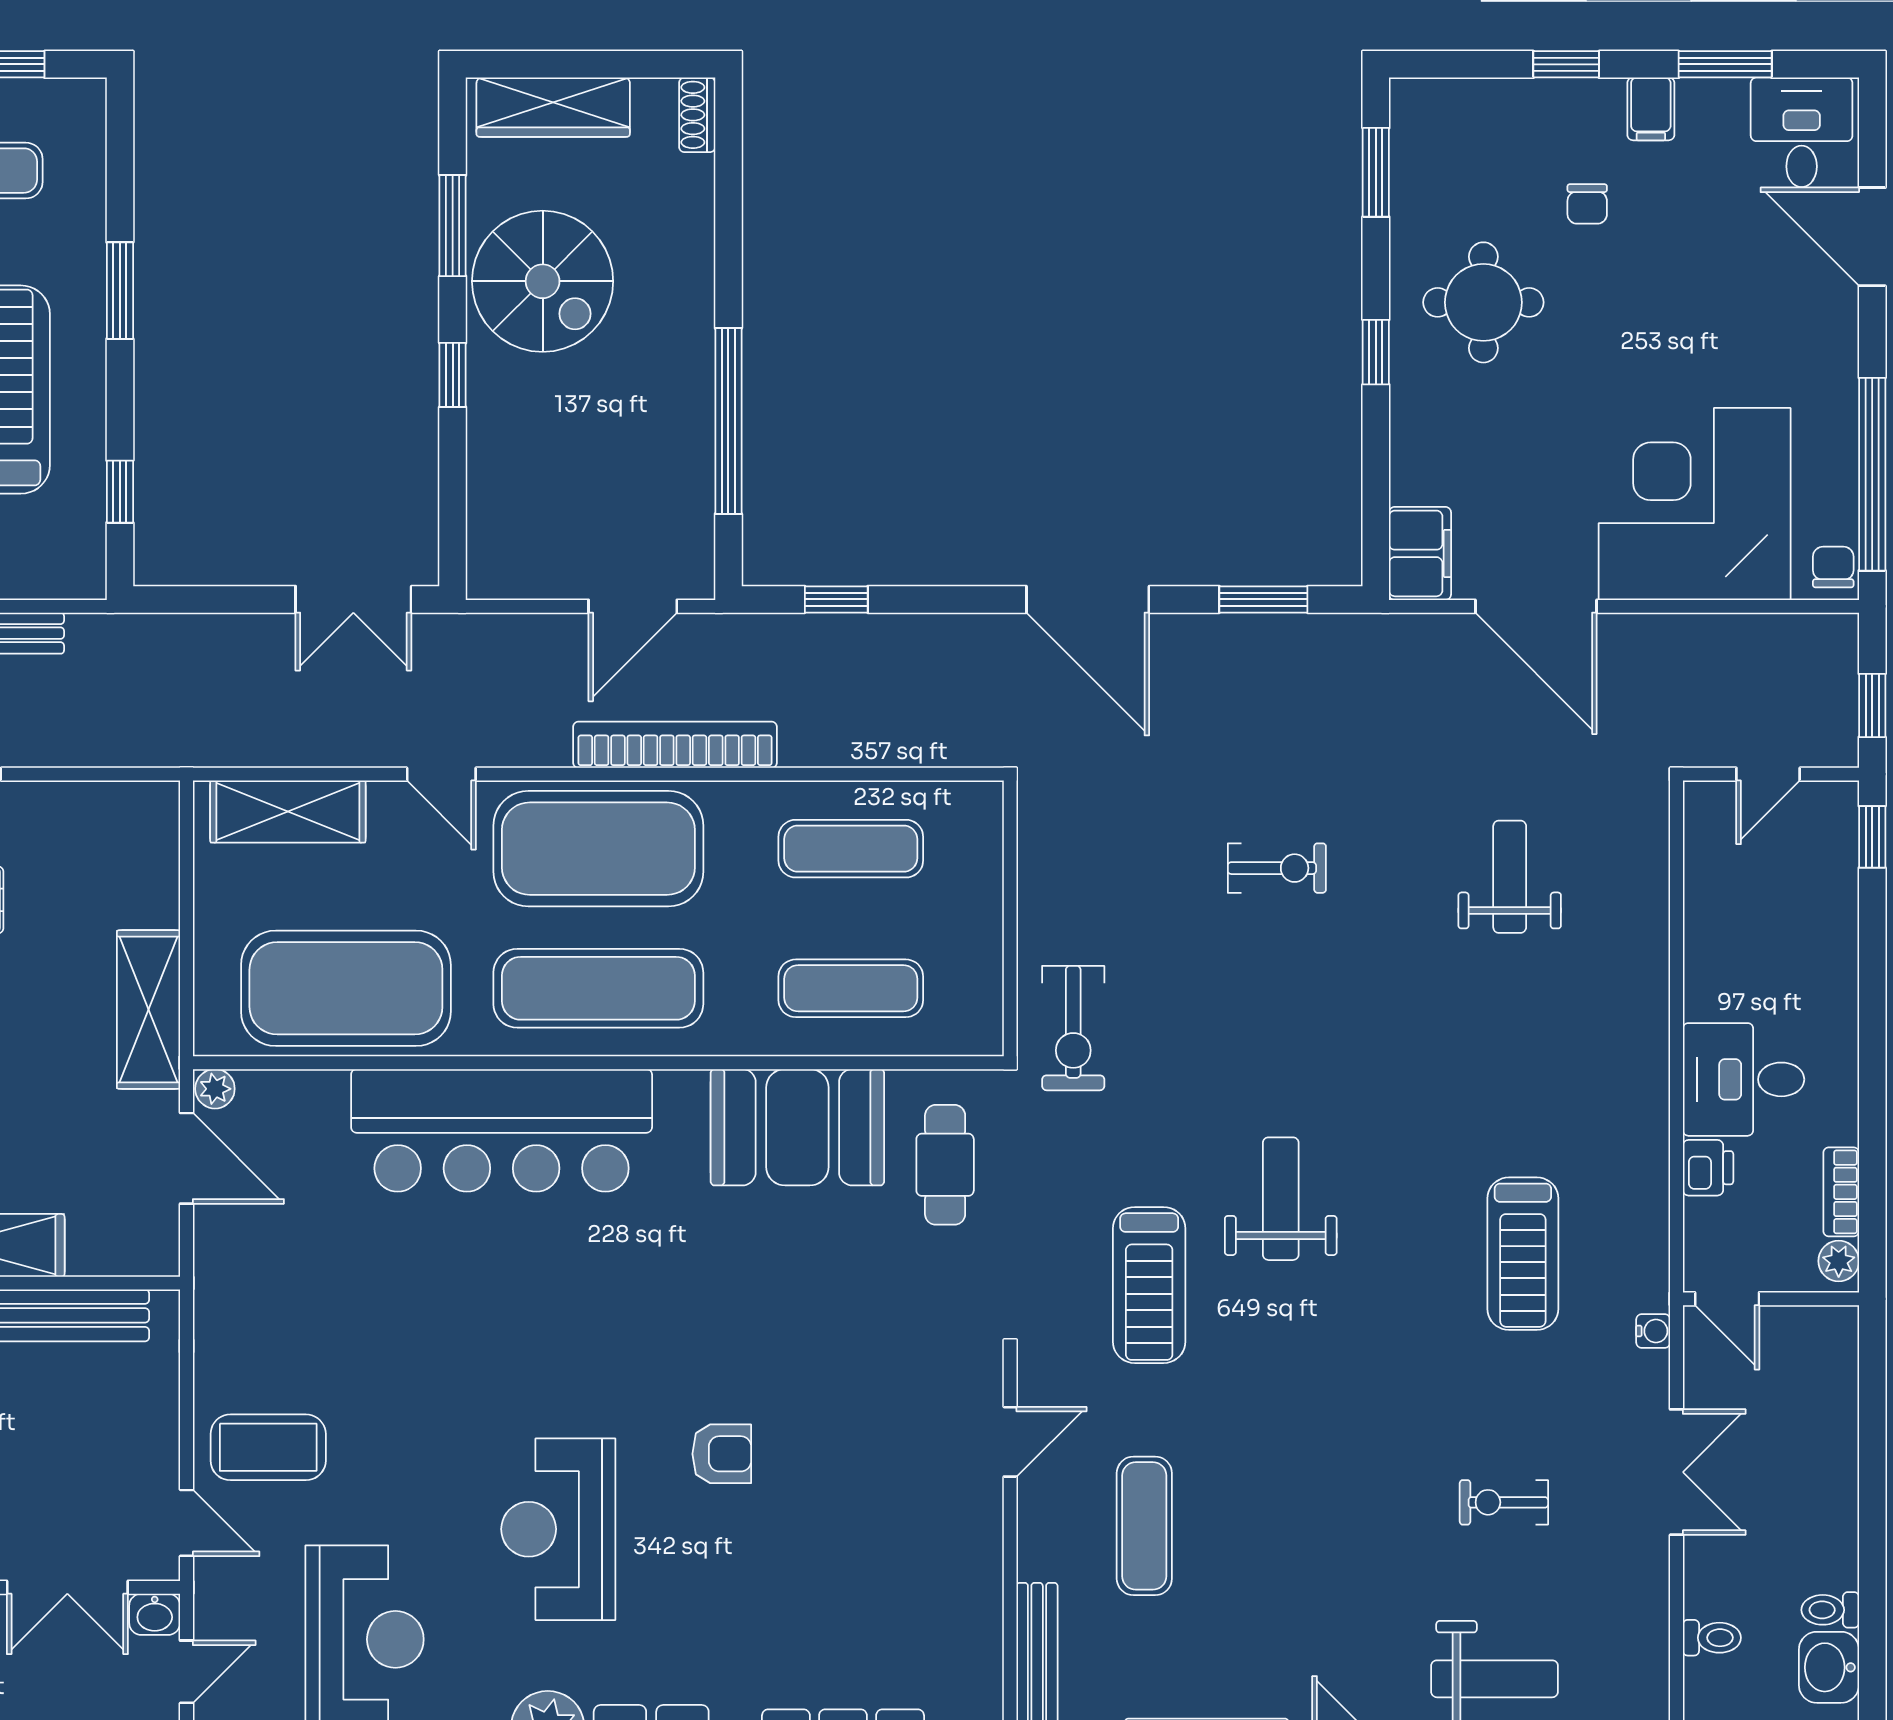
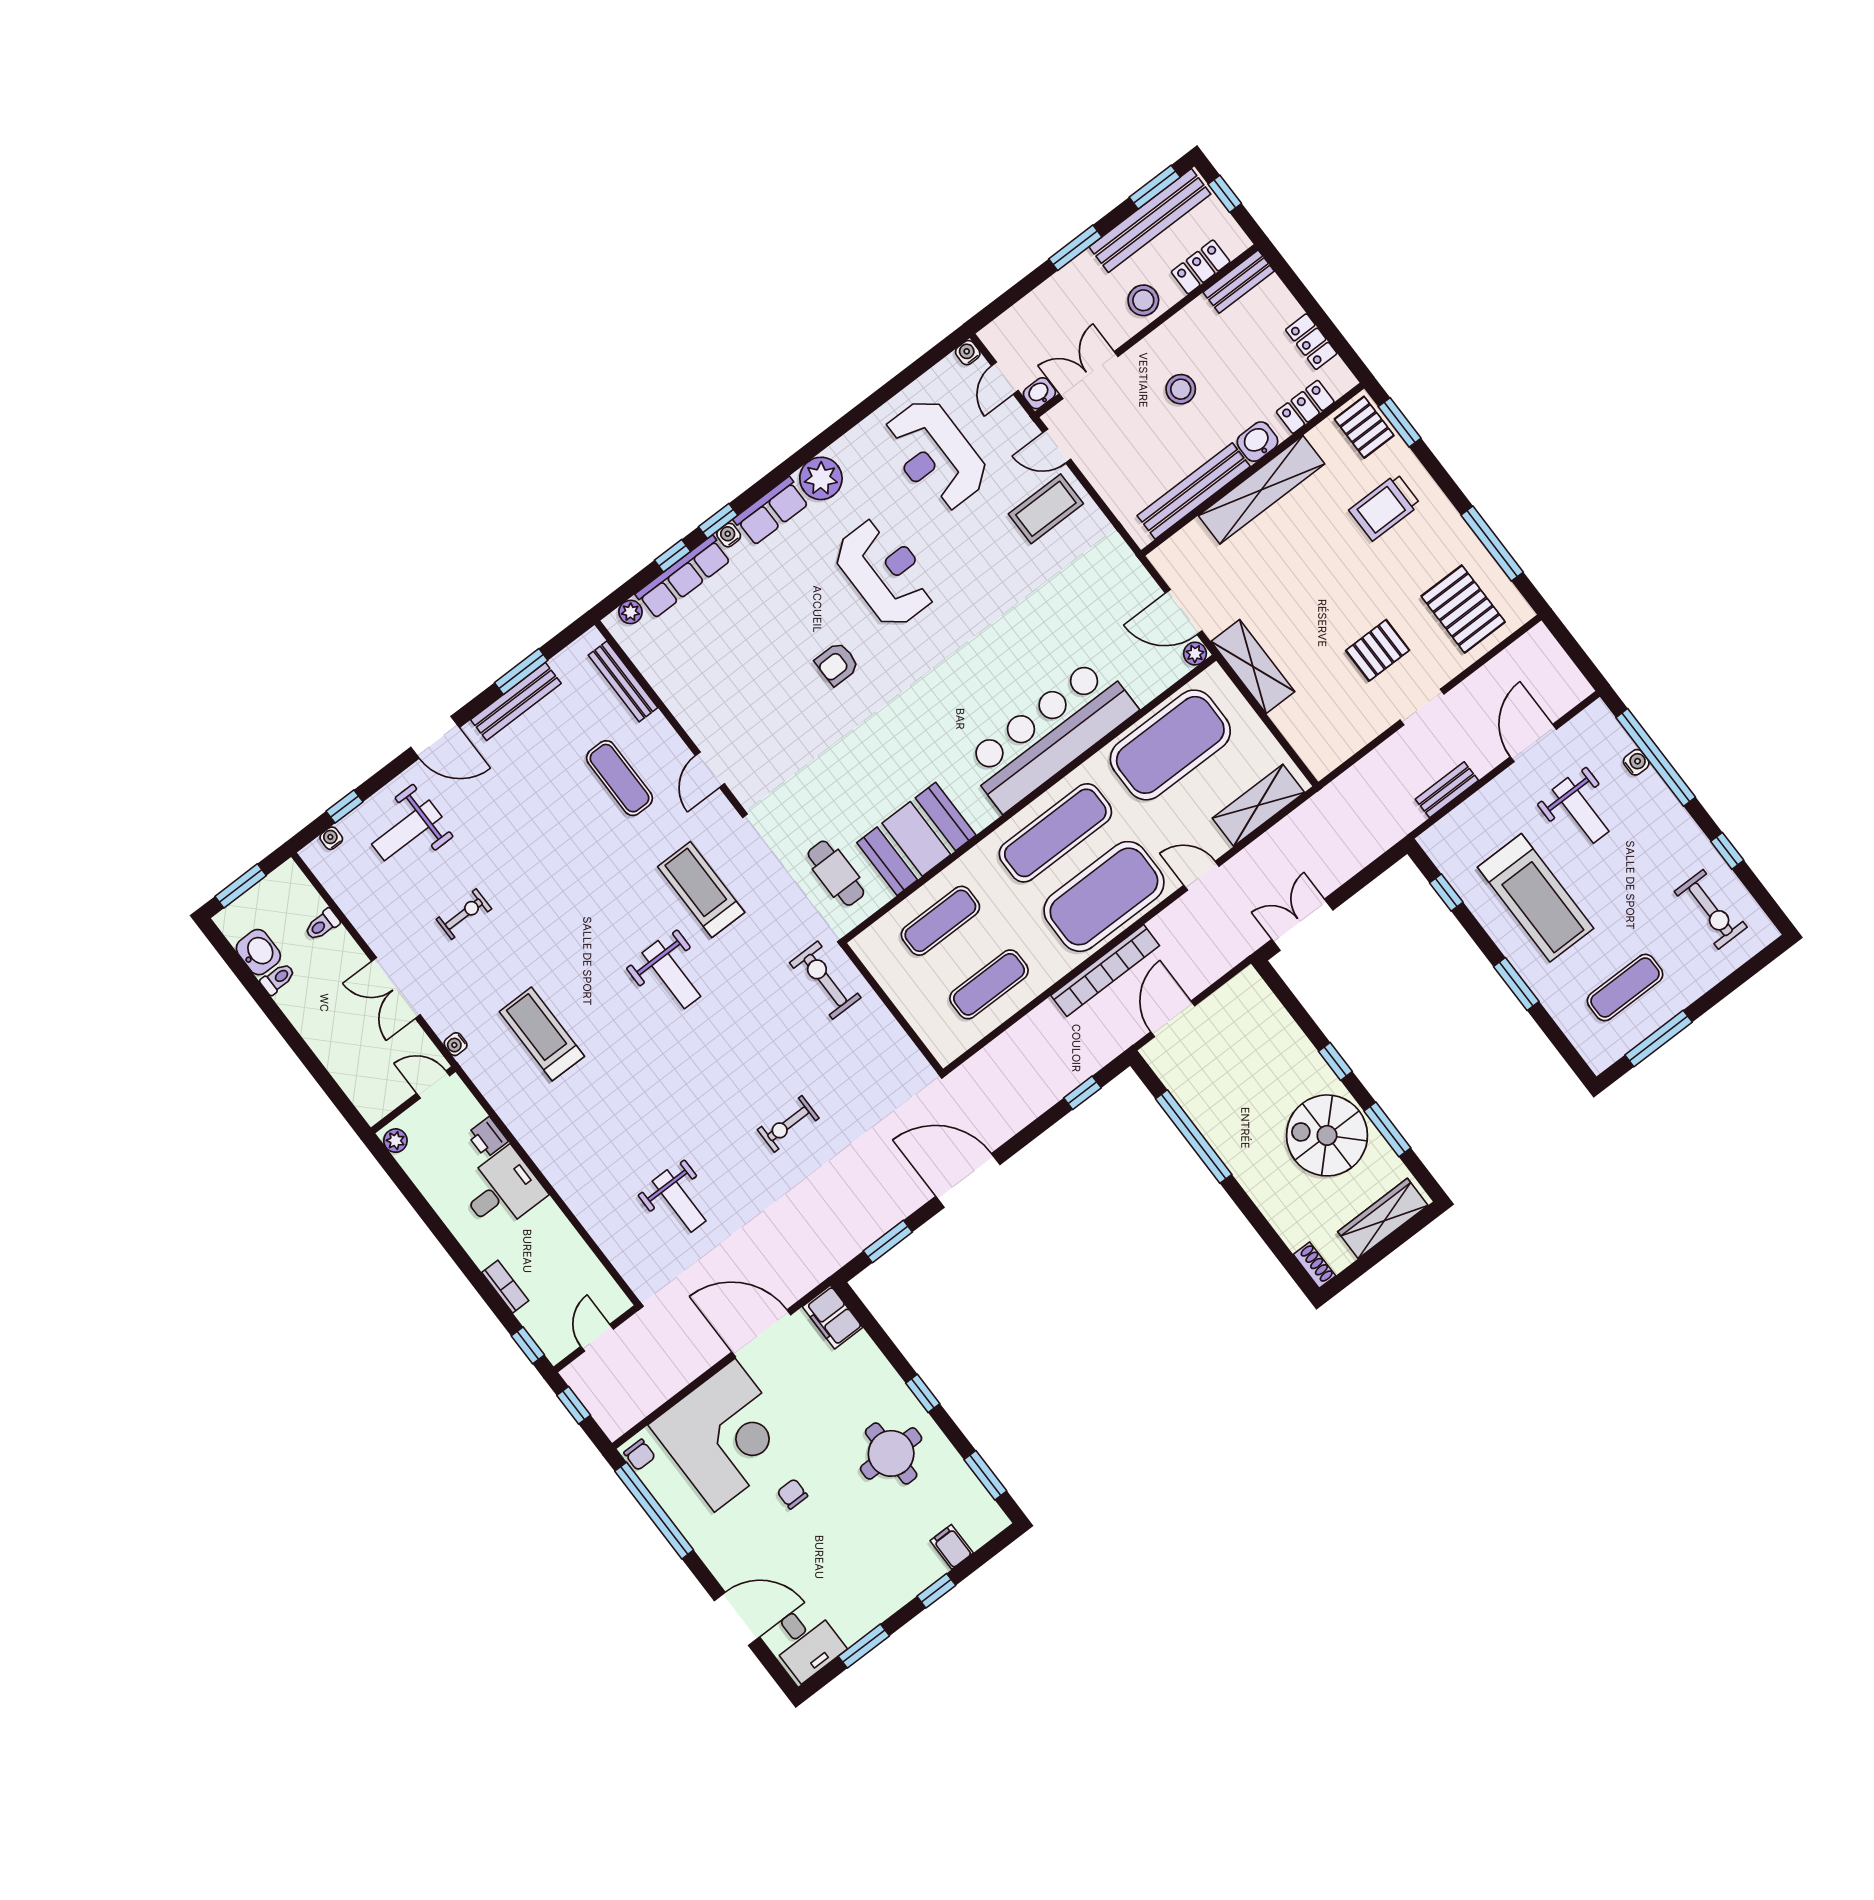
filing cabinet: (1651, 109) -> (952, 1547), moved
chair: (1587, 204) -> (792, 1494), moved
bookcase: (1841, 1192) -> (505, 1287), moved

